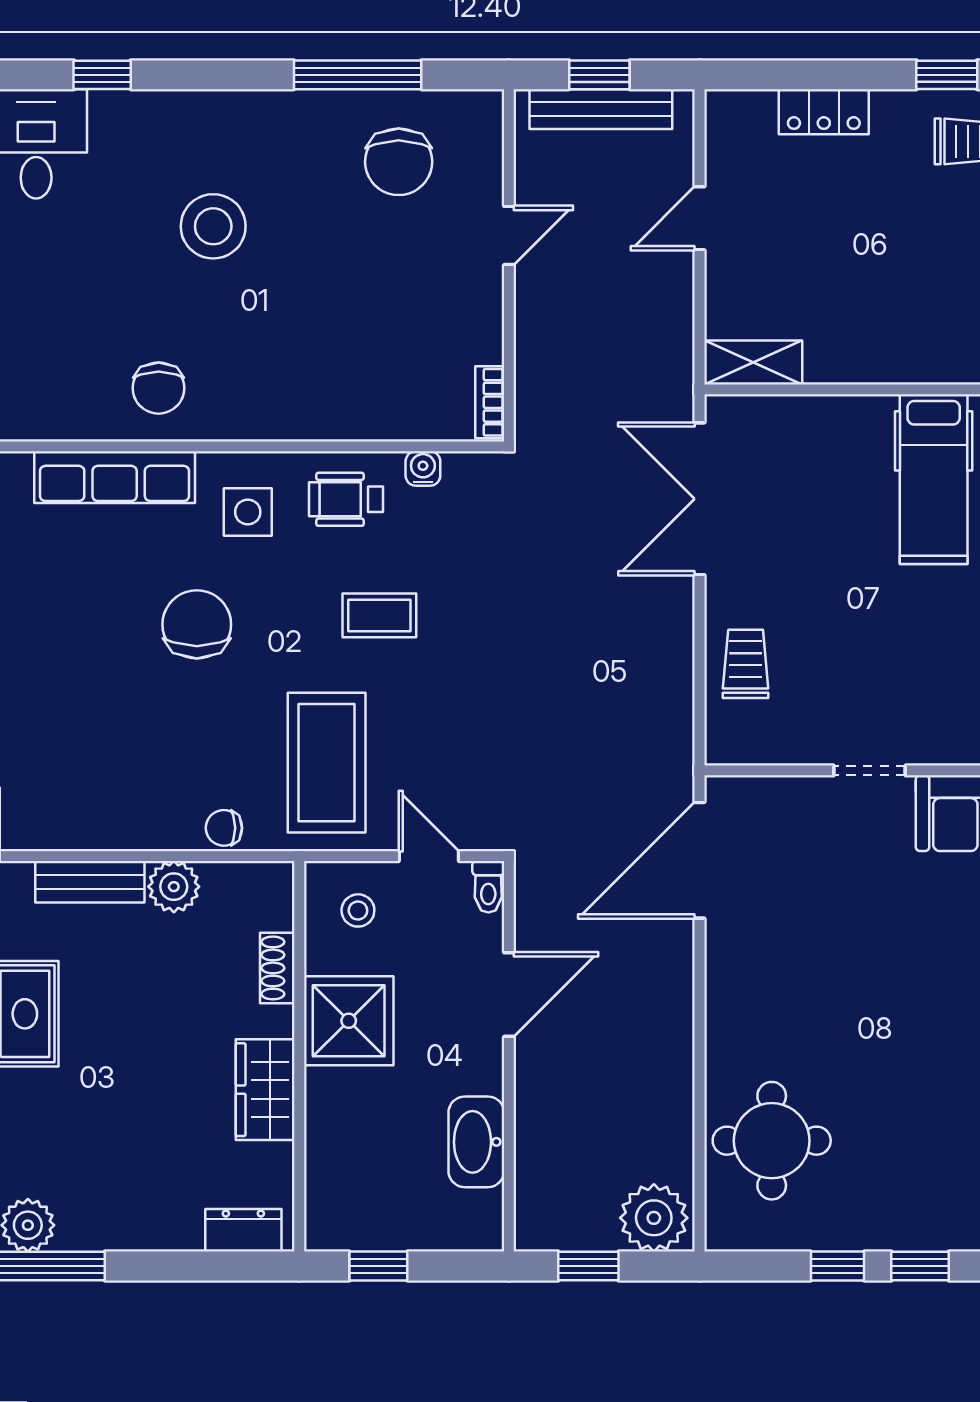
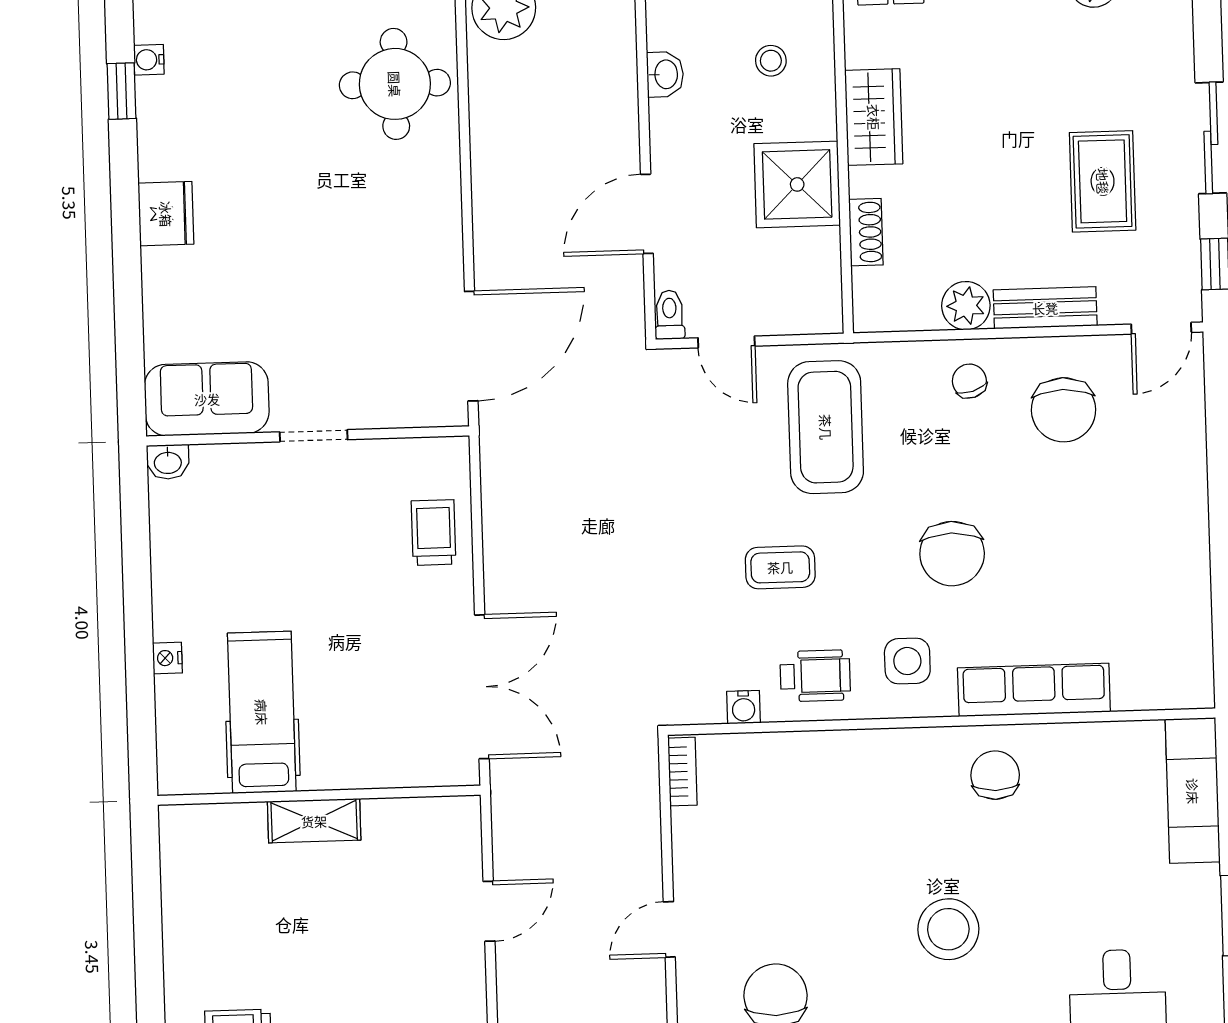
door: (699, 218) -> (489, 911), moved
shelving: (753, 362) -> (314, 821), moved
trolley: (746, 664) -> (434, 533), turned 180
chair: (74, 773) -> (1064, 410), added
chair: (224, 828) -> (969, 381), moved, turned -107
stool: (358, 910) -> (771, 61), moved
washbasin: (476, 1142) -> (665, 74), width x0.52, depth x0.69

